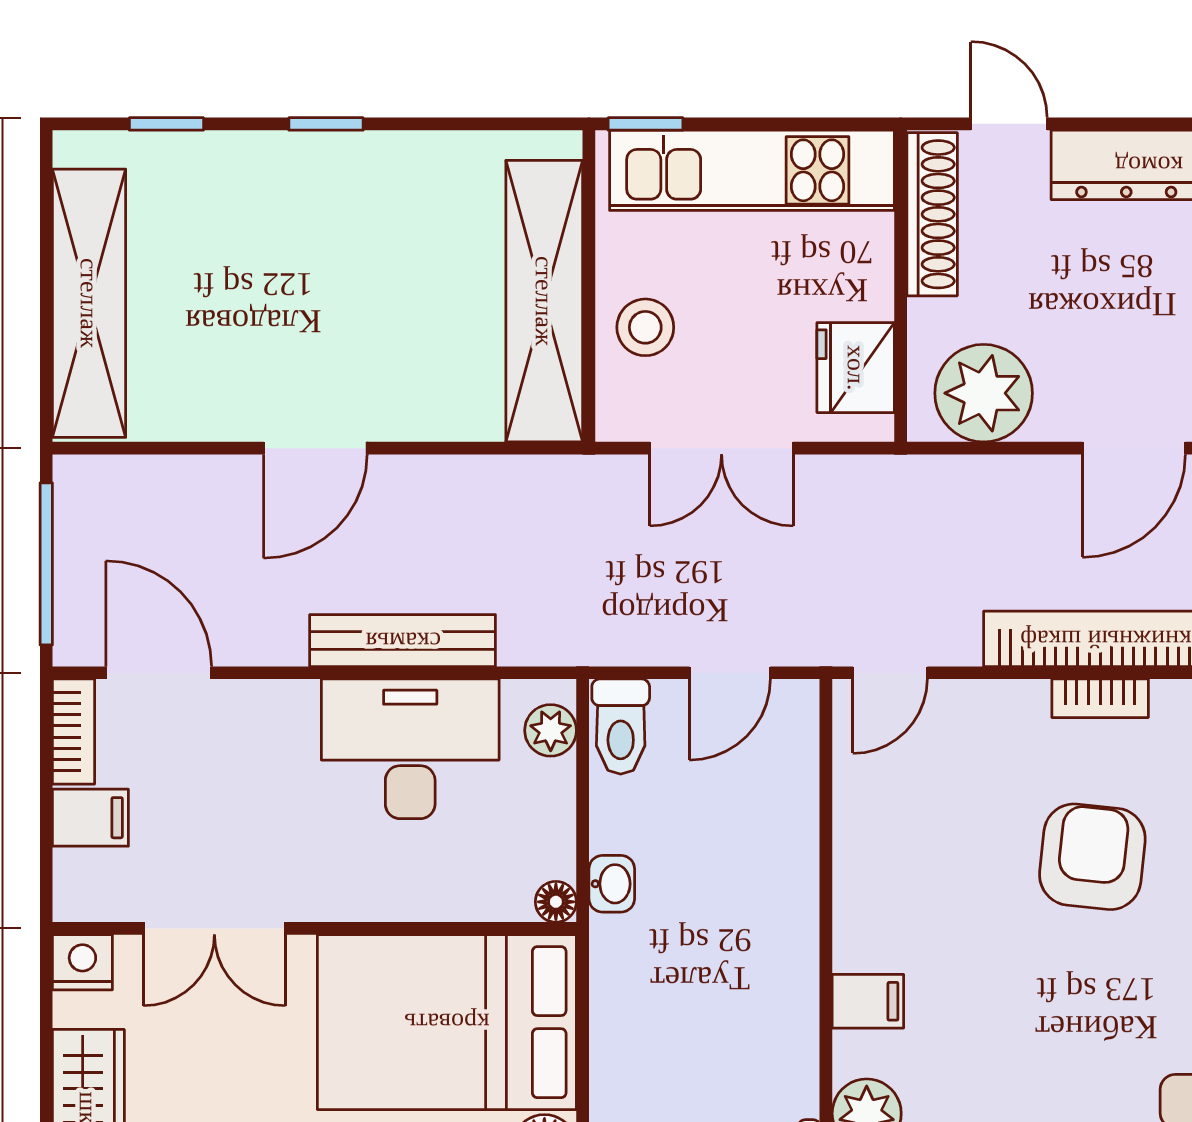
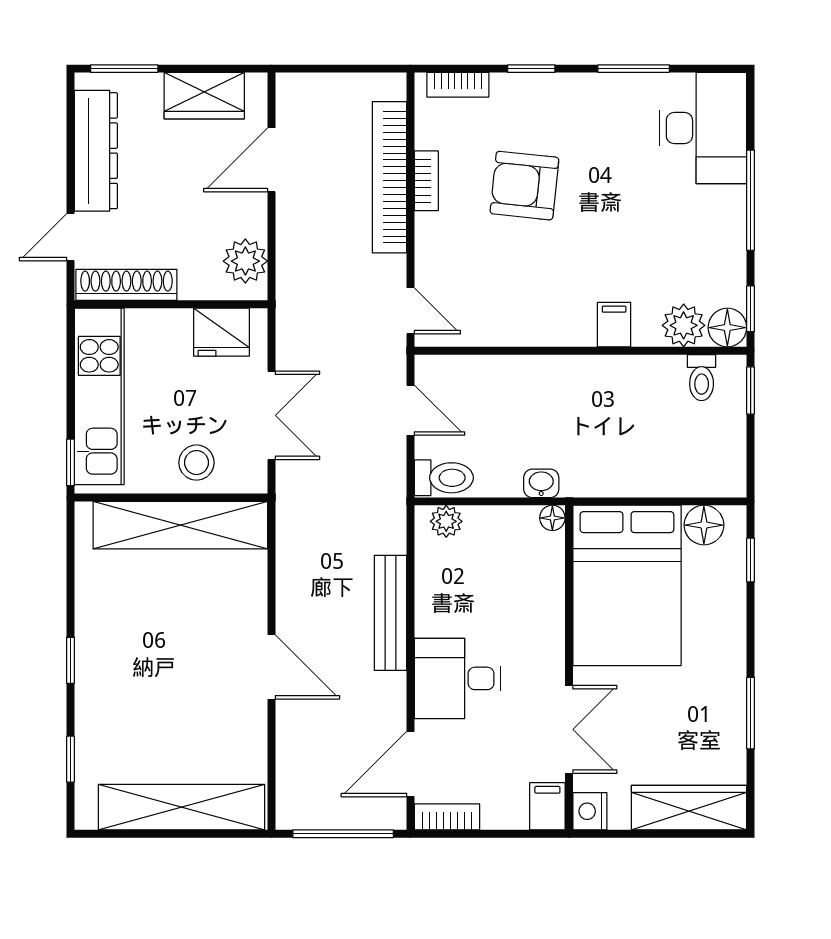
plant: (984, 393) -> (245, 261), width x0.73, depth x0.73
door: (1134, 448) -> (271, 160), swing flipped
desk: (410, 749) -> (458, 678), moved, width x0.73
filing cabinet: (90, 818) -> (547, 806), moved

